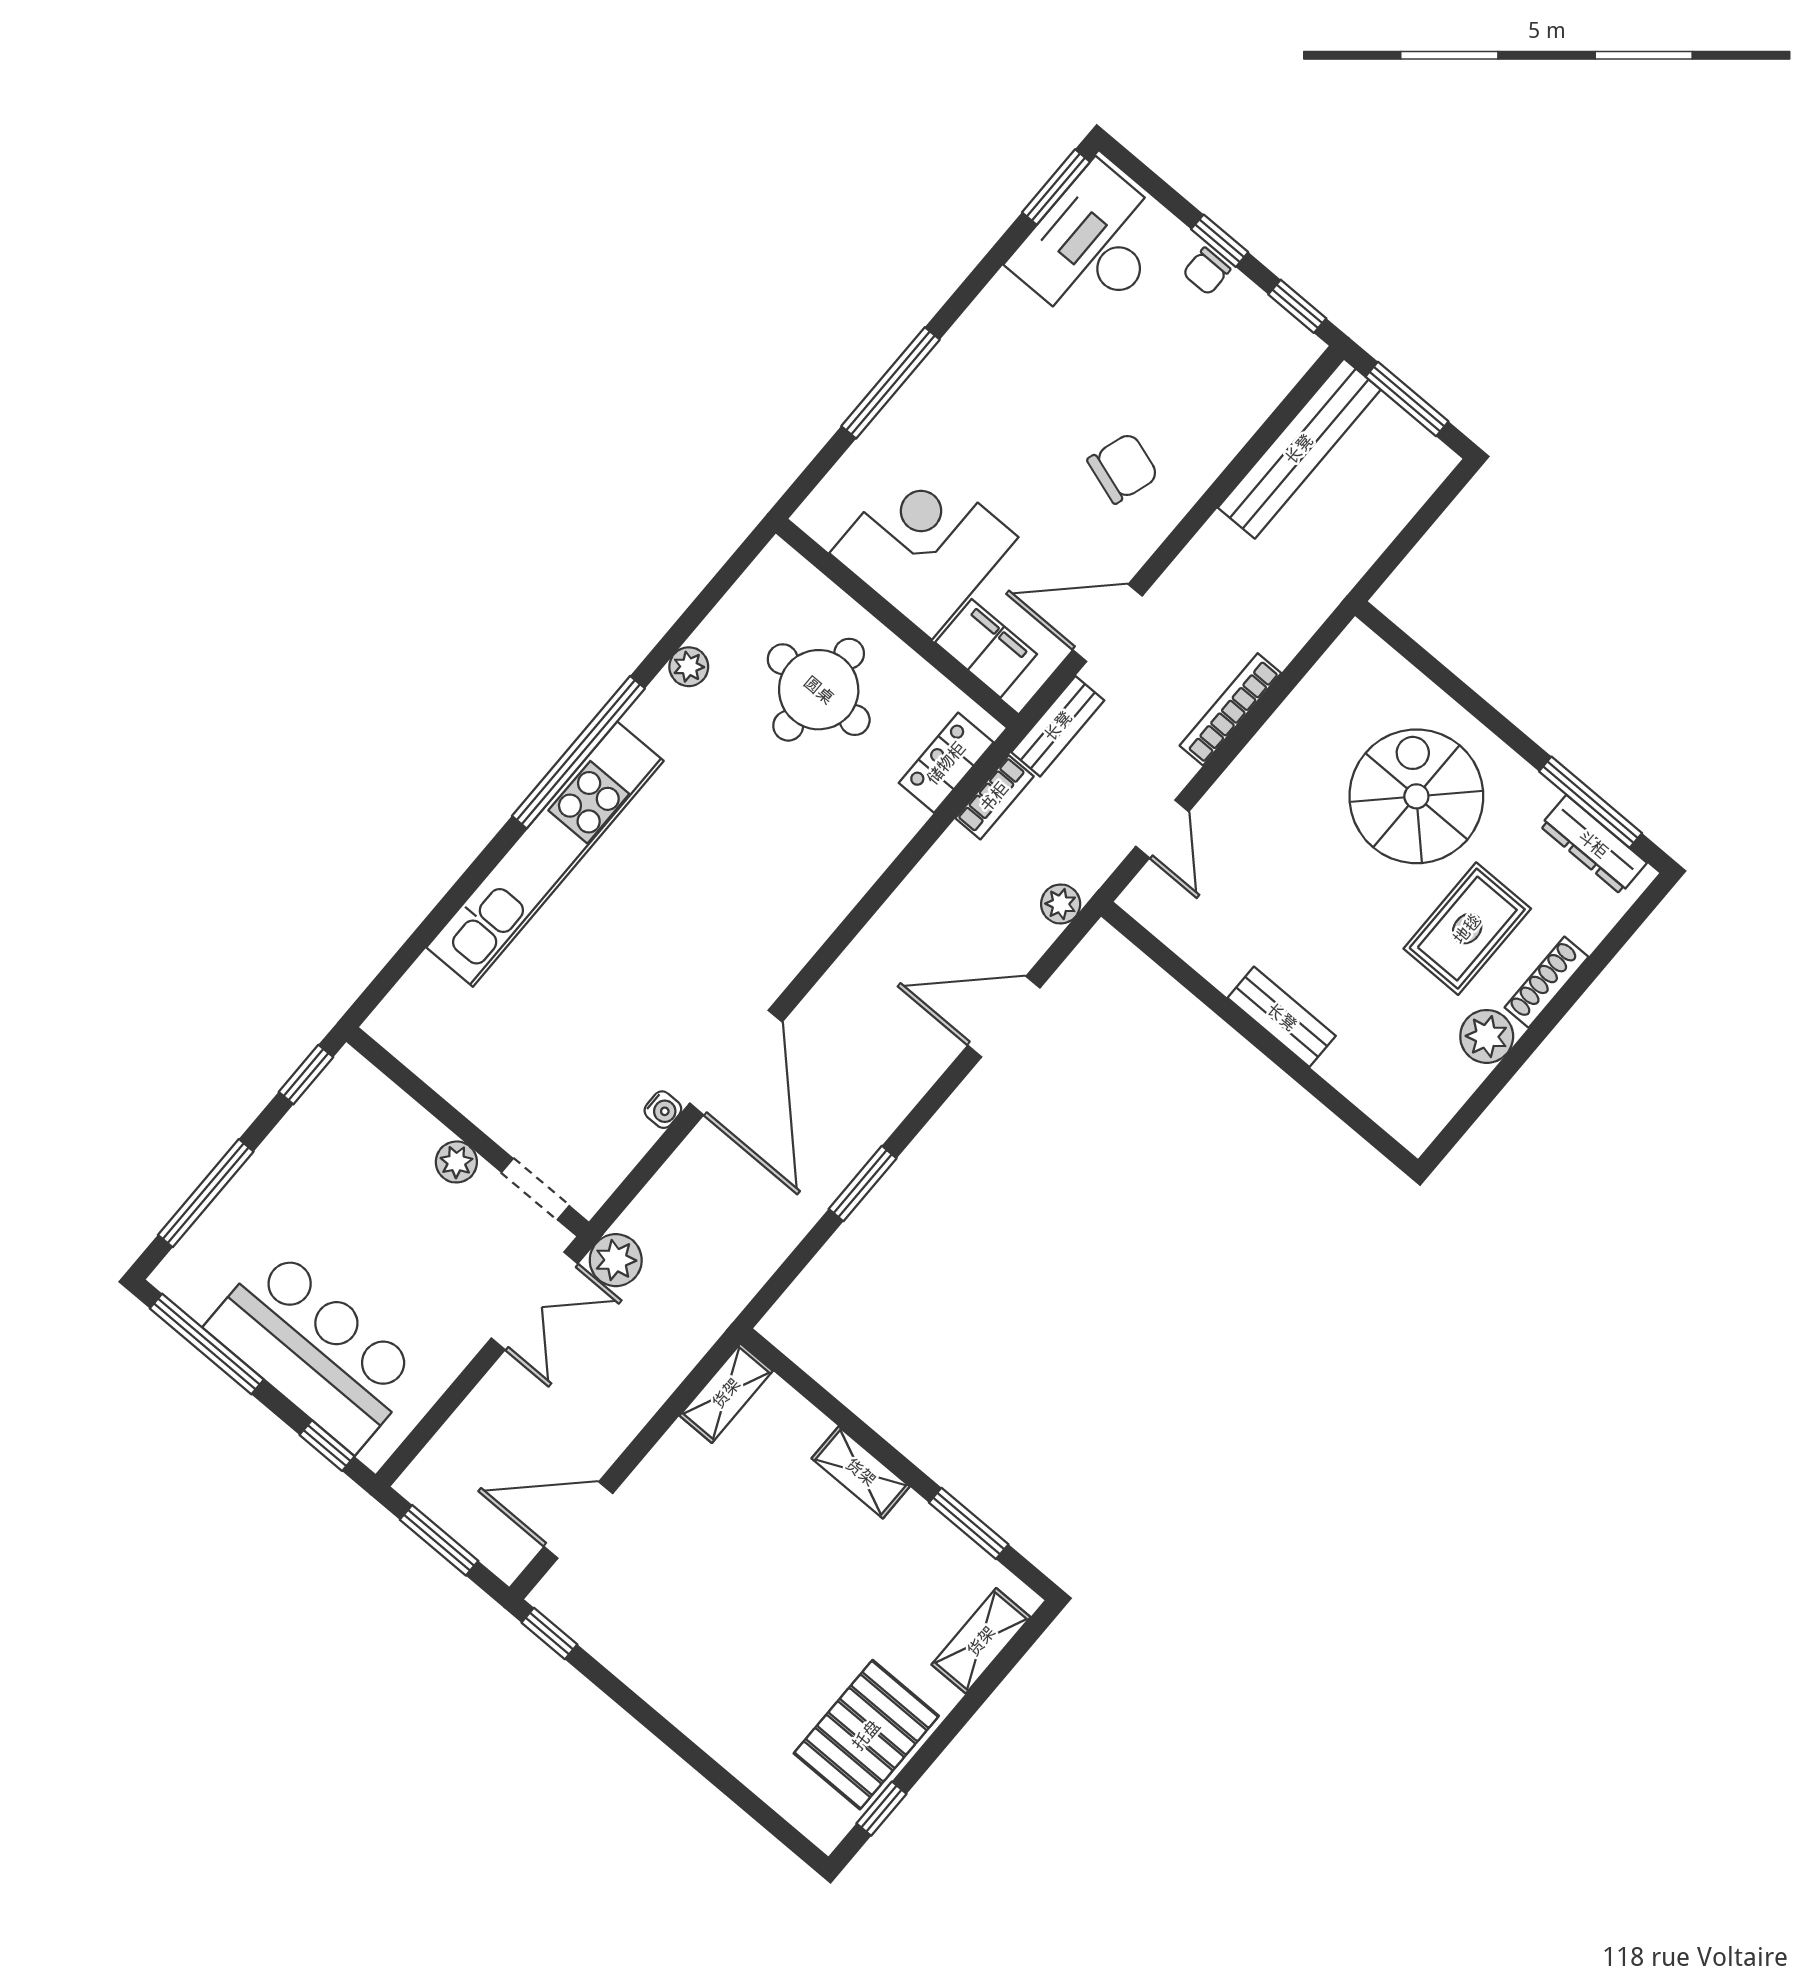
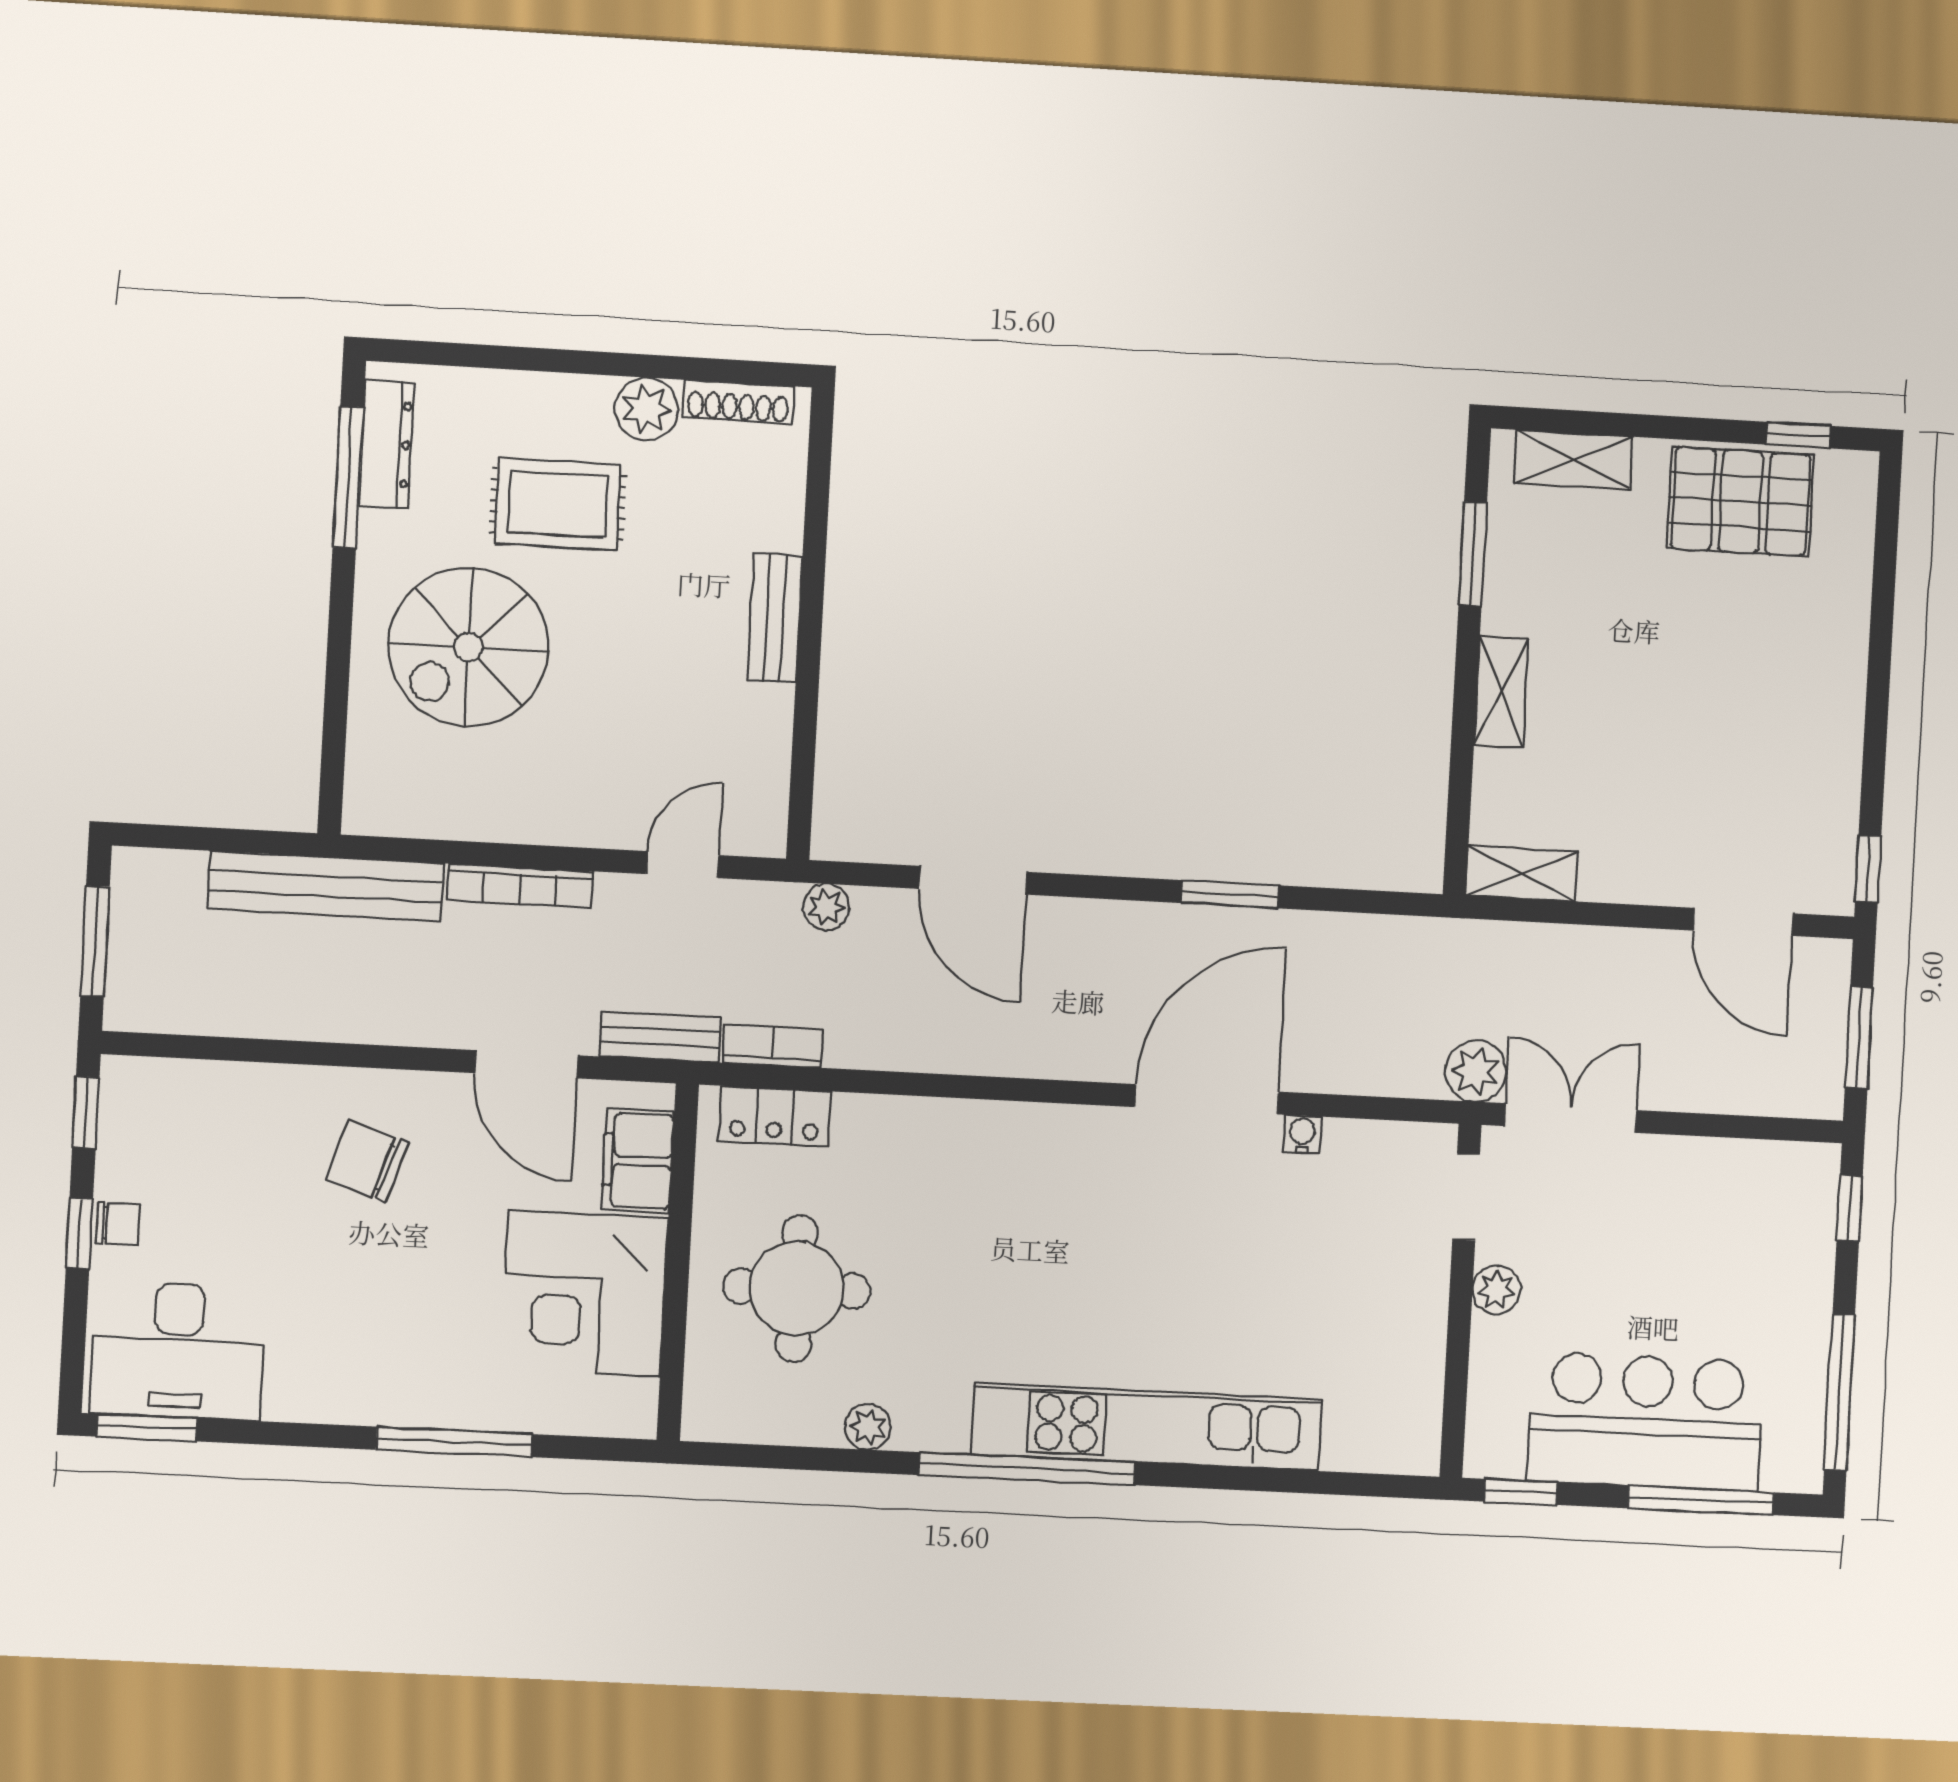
bench: (1299, 449) -> (325, 886), moved
shoe rack: (1547, 982) -> (738, 402), moved
bar counter: (314, 1349) -> (1646, 1421), moved, turned 90

